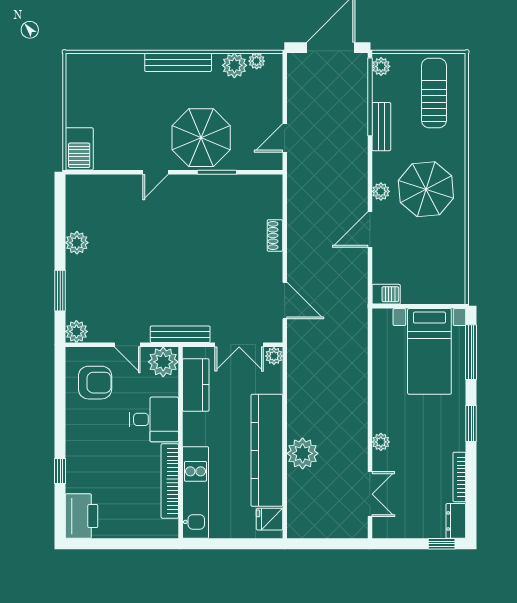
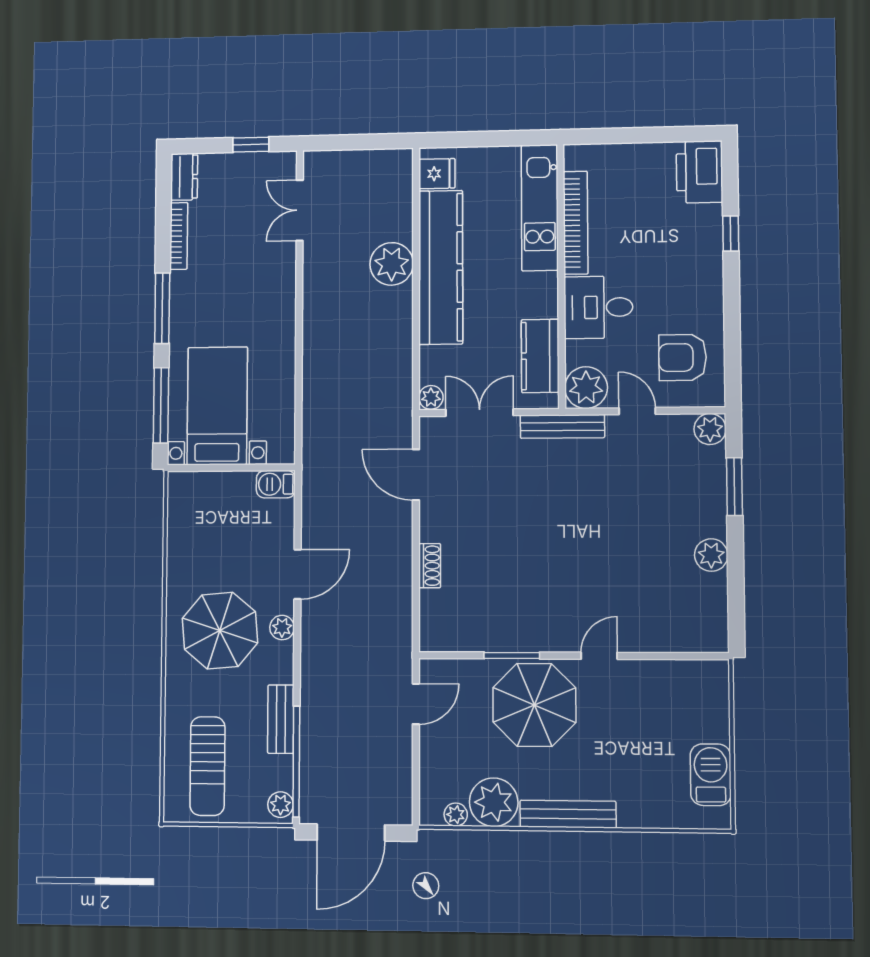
plant: (234, 65) -> (494, 802), width x1.36, depth x1.36
barbecue: (79, 149) -> (711, 775), moved
window: (471, 424) -> (162, 308), width x1.44
plant: (381, 442) -> (284, 281), removed
window: (442, 544) -> (251, 145), moved

